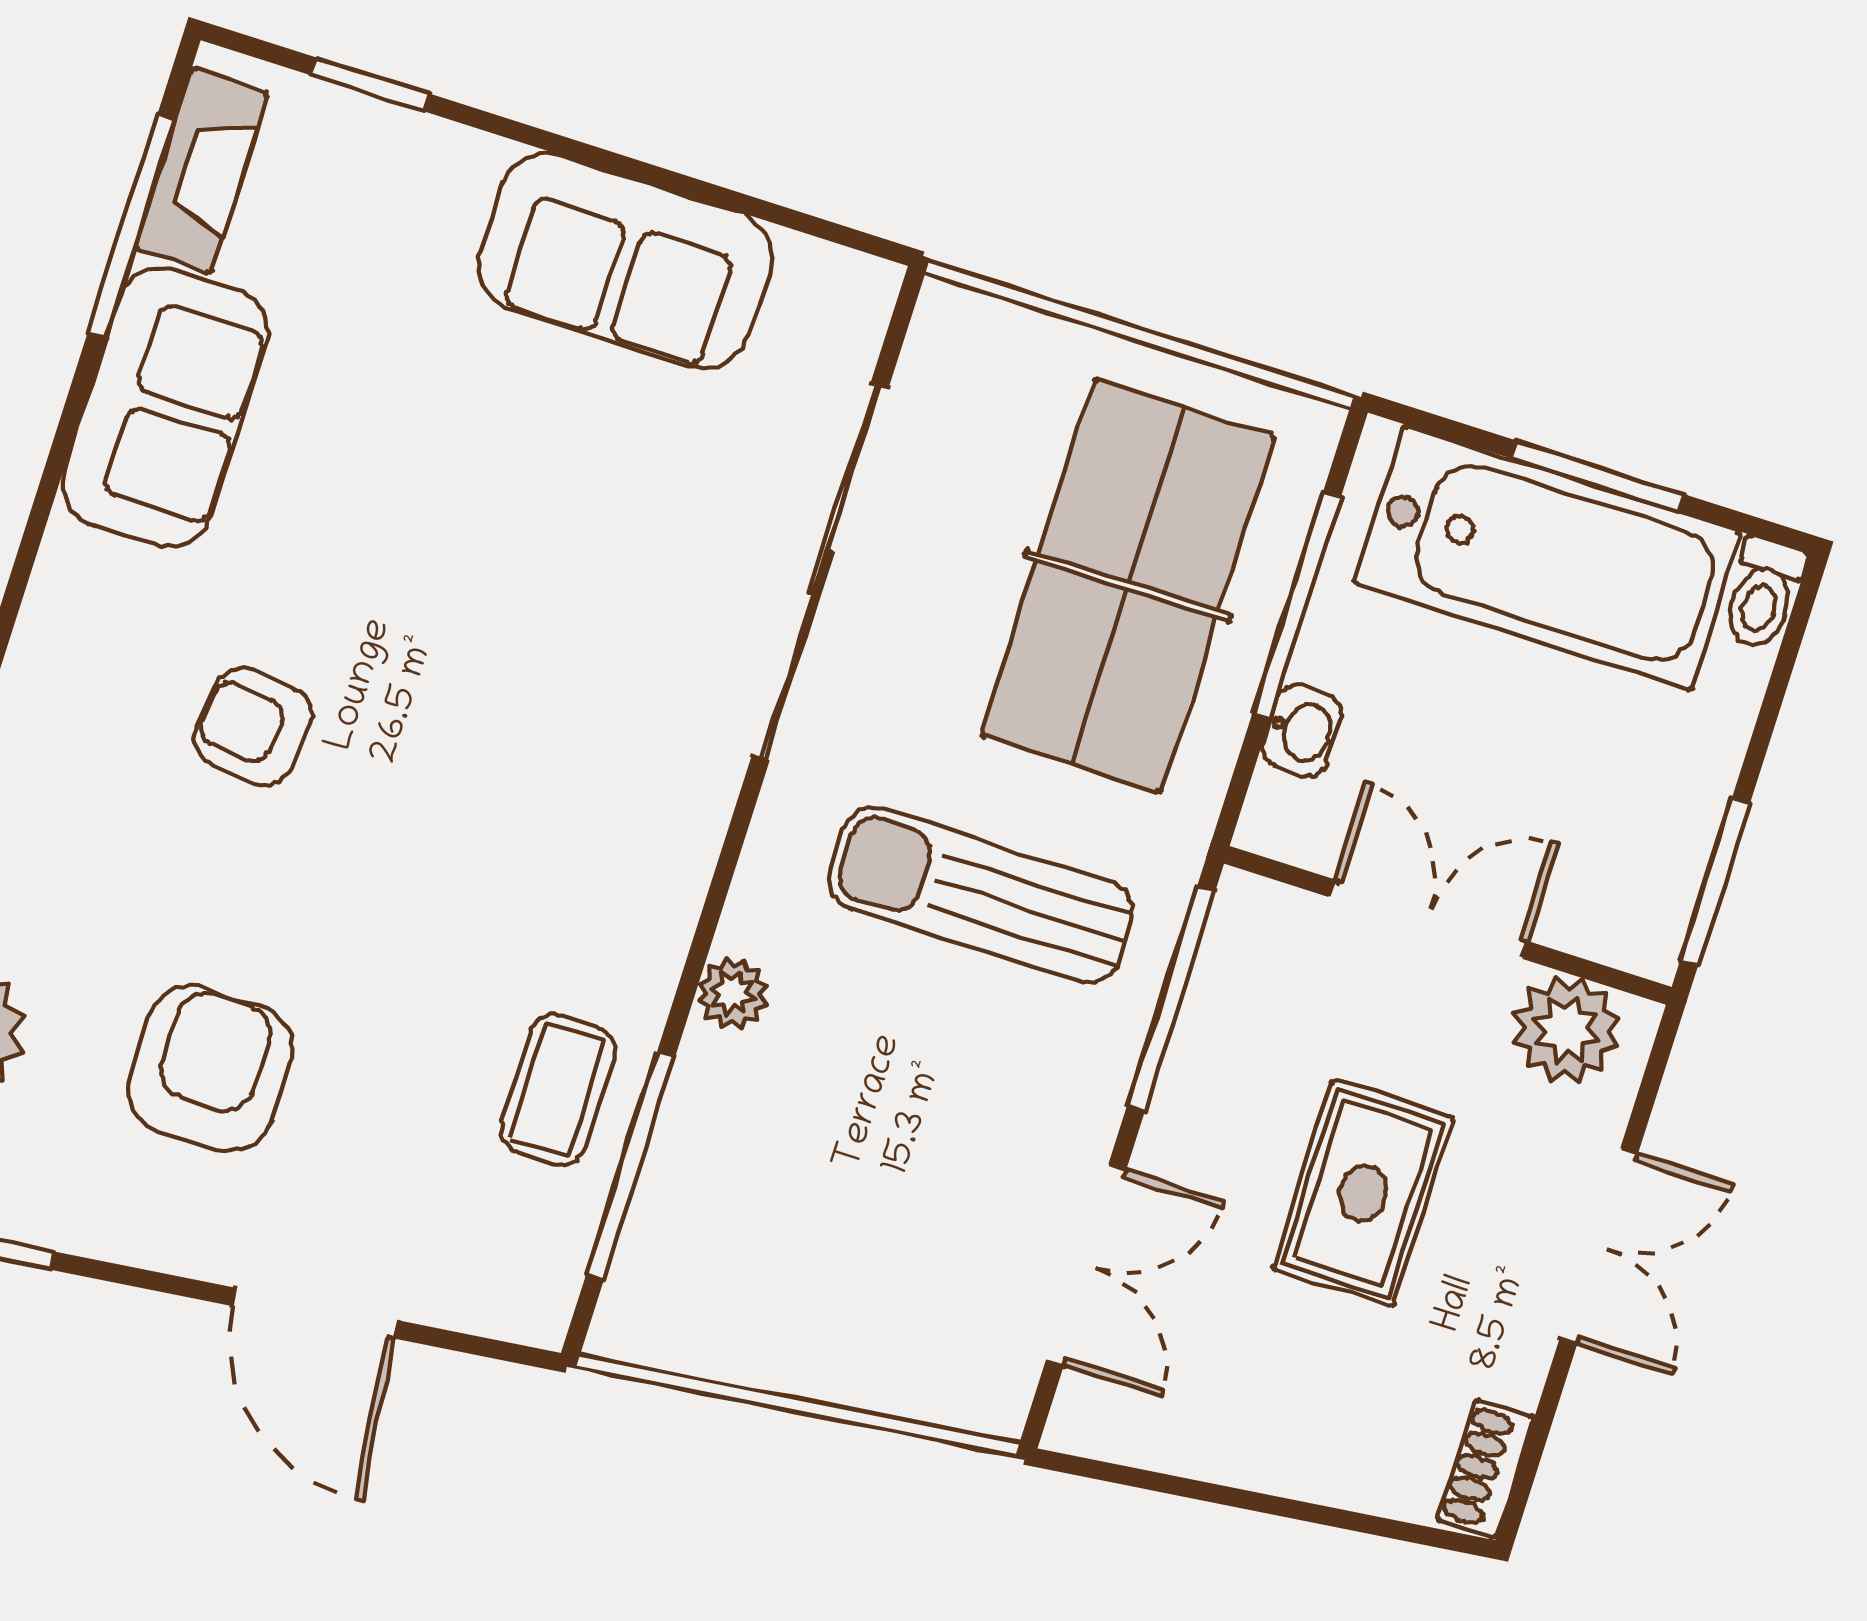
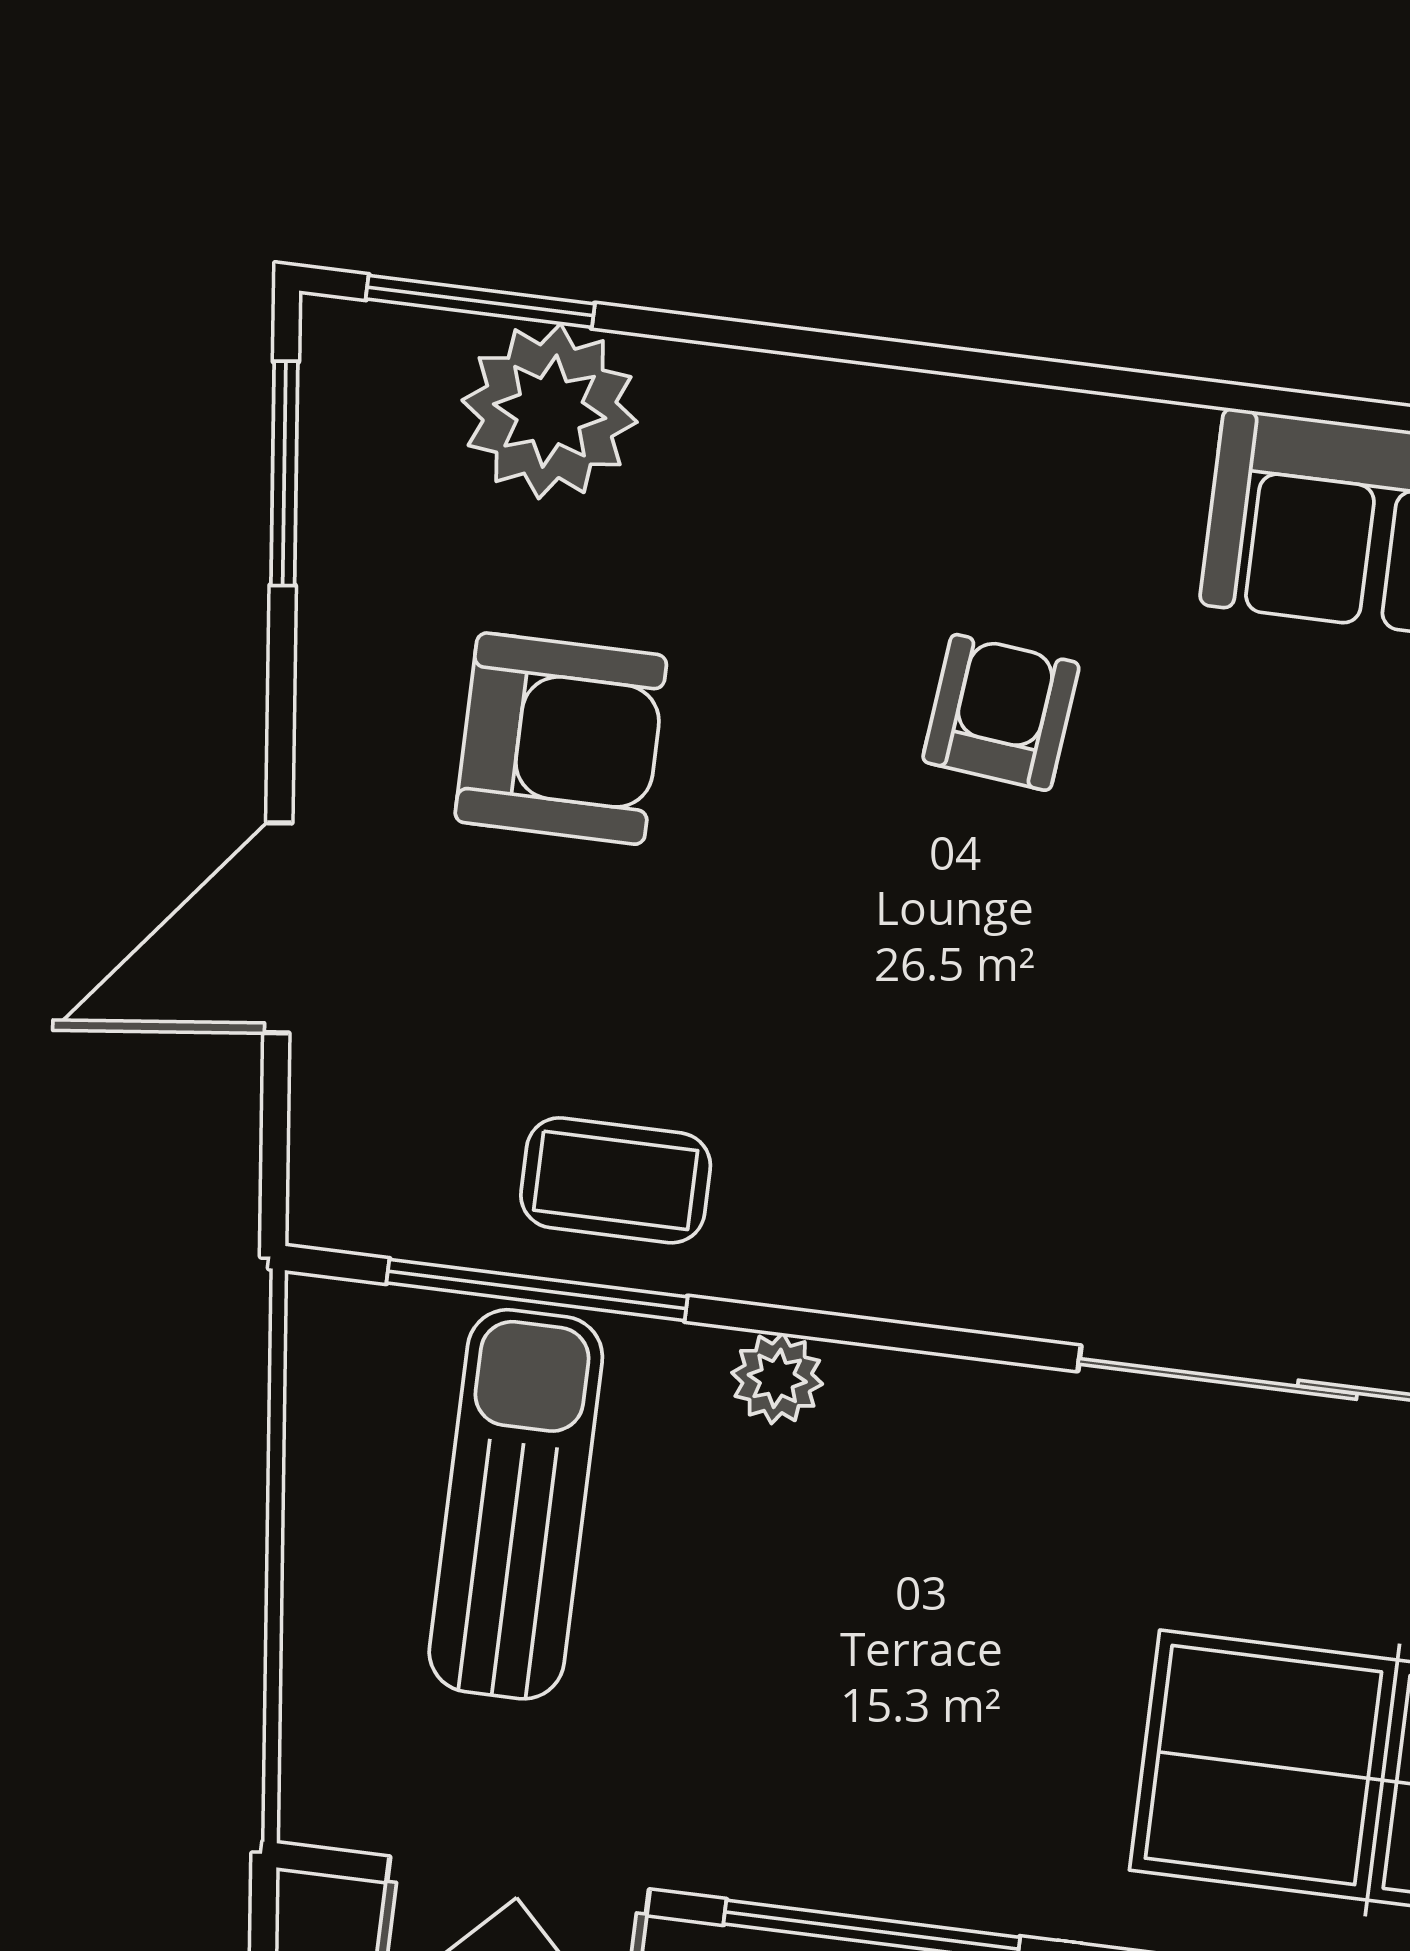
sun lounger: (981, 895) -> (516, 1504), moved

